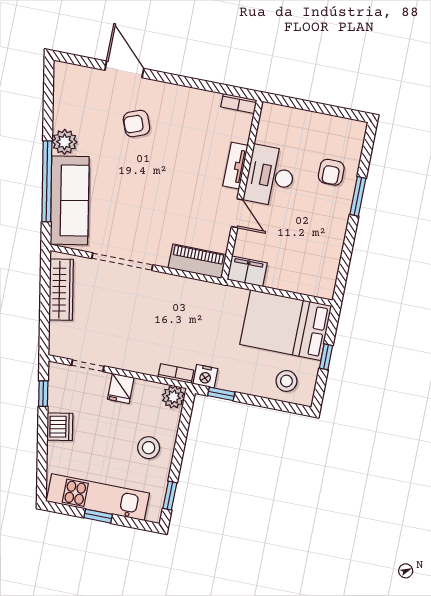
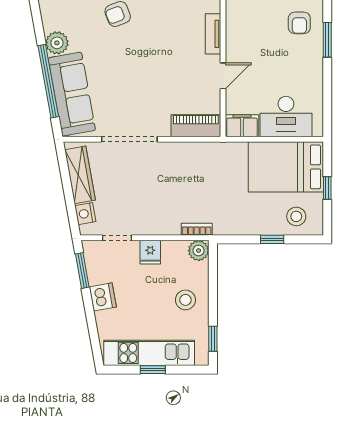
desk: (270, 176) -> (286, 116), moved, turned -90
door: (237, 213) -> (223, 76), hinge flipped
nightstand: (205, 376) -> (85, 214), moved, turned 80
window: (43, 394) -> (82, 270), width x1.50
window: (221, 394) -> (272, 239), moved

